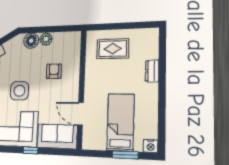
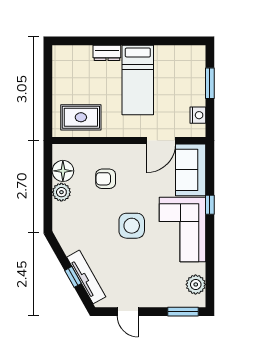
floor lamp: (31, 41) -> (63, 171), moved
rug: (113, 49) -> (81, 117), moved, turned 90
bed: (121, 122) -> (138, 80), moved, turned -90
nightstand: (151, 146) -> (198, 115), moved

